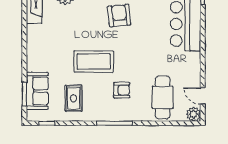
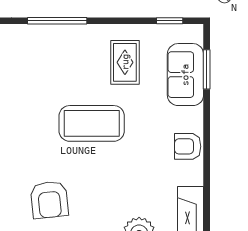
armchair: (122, 90) -> (188, 146), moved

